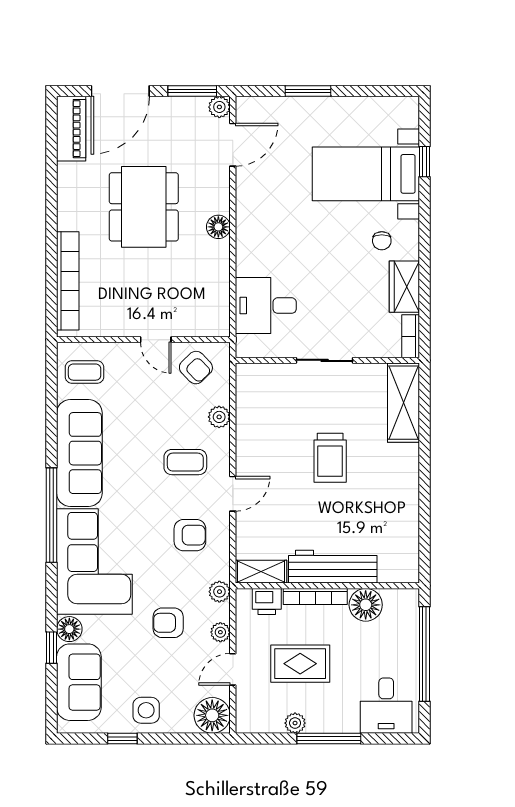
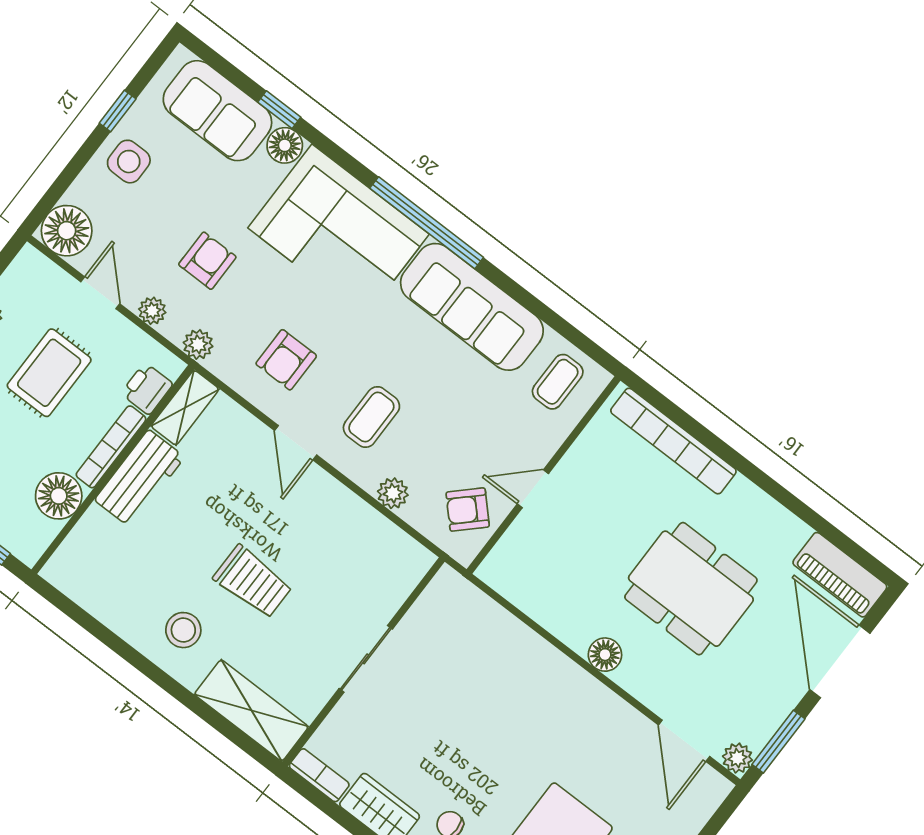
desk: (266, 306) -> (477, 640), removed
trolley: (330, 458) -> (253, 582), turned 180
stool: (387, 476) -> (183, 630), added
workbench: (333, 567) -> (140, 478), width x0.73

